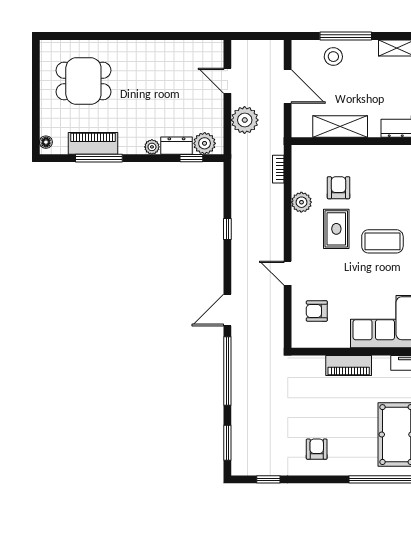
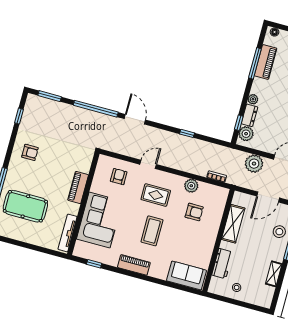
rug: (336, 229) -> (156, 195), moved

